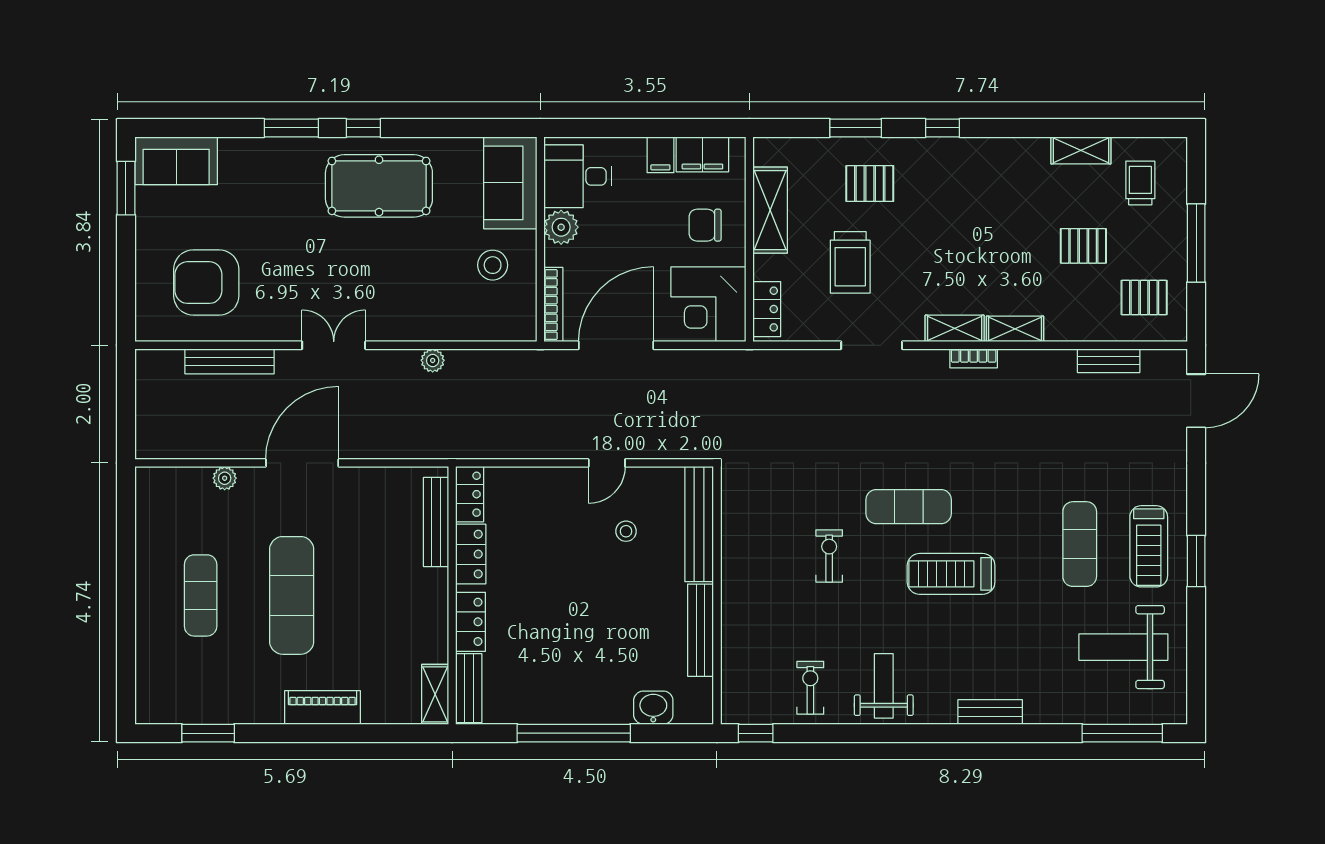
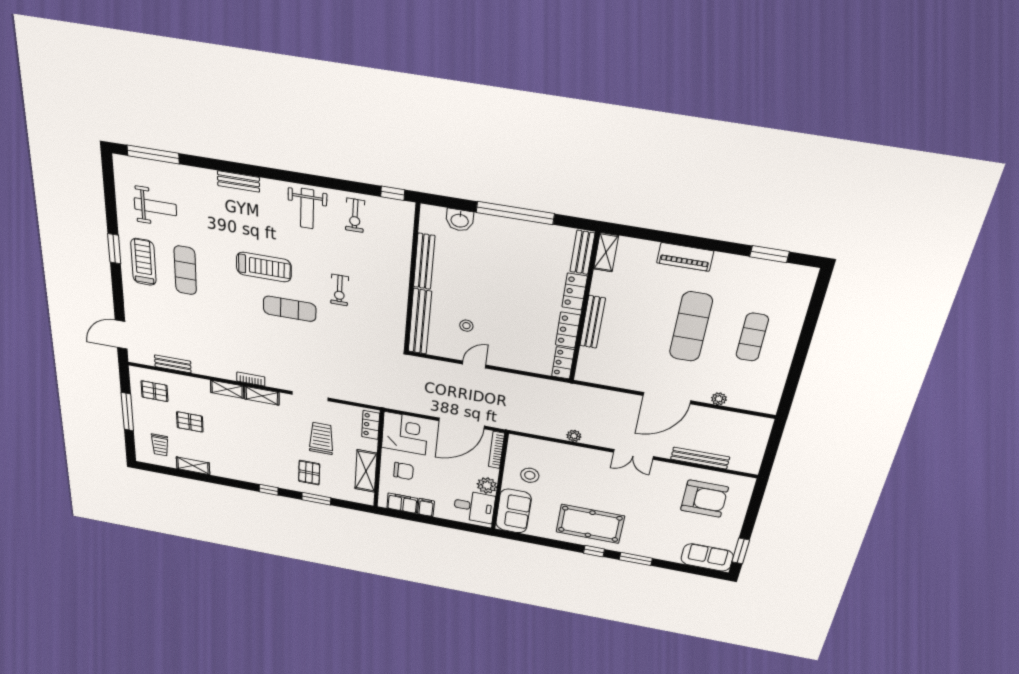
pallet: (870, 184) -> (309, 473), turned 90
bench: (436, 522) -> (593, 322), moved
weight bench: (1123, 647) -> (155, 207), width x0.73, depth x0.75

